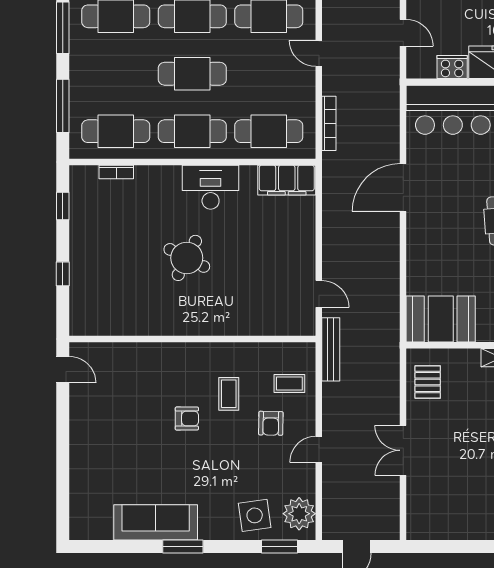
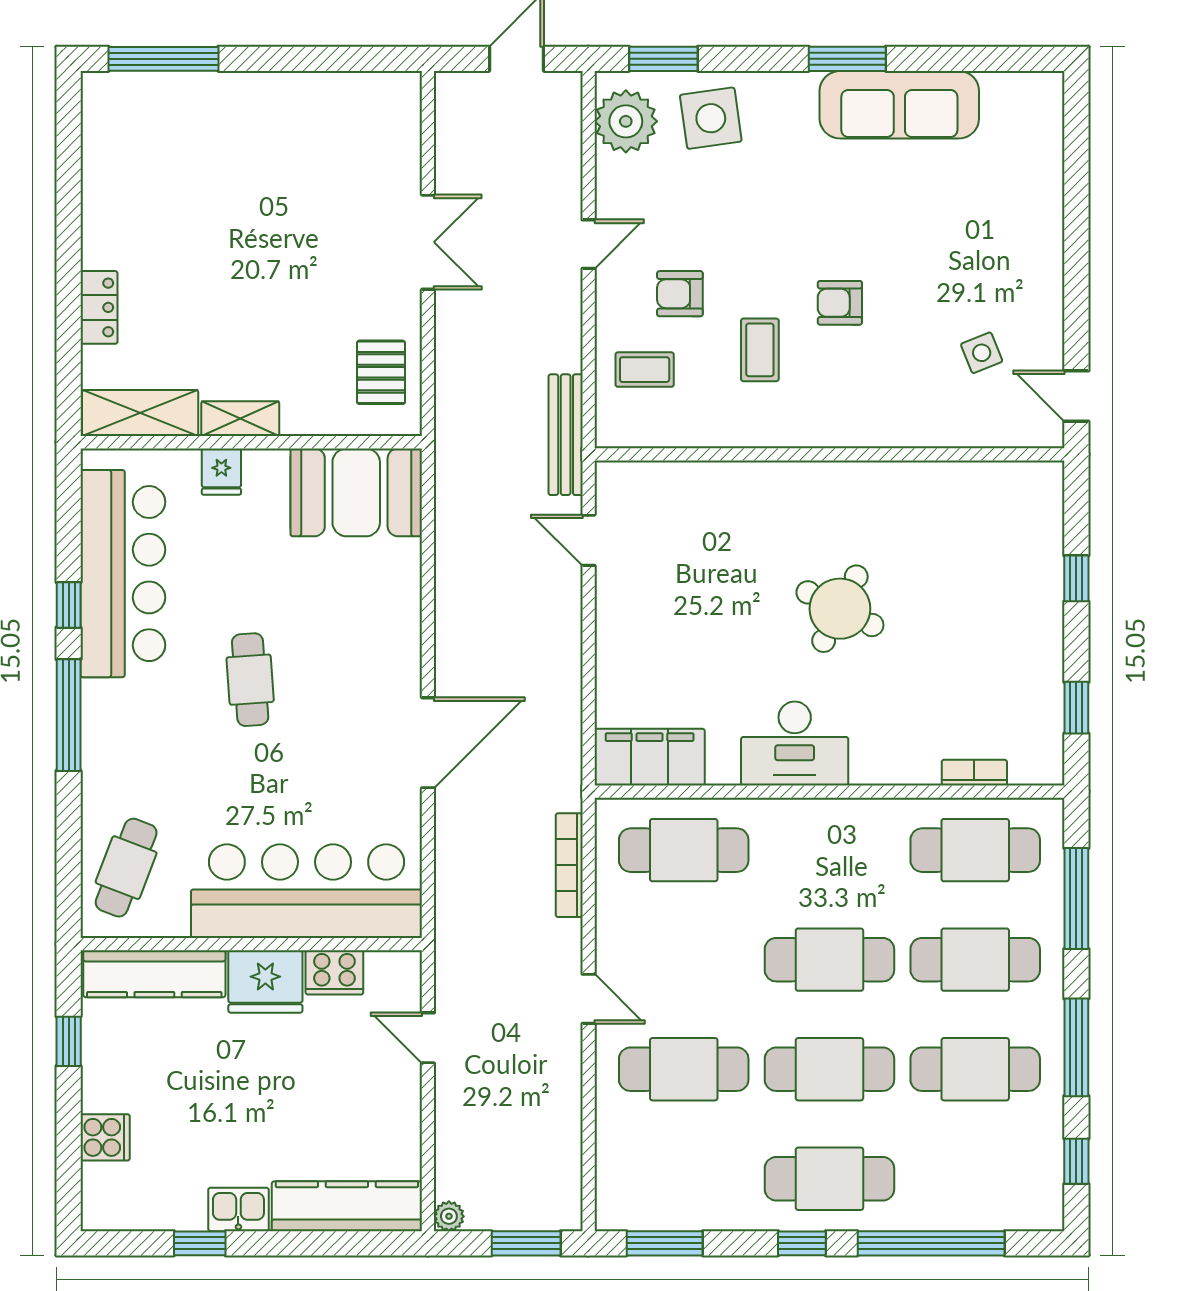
cafe table: (192, 131) -> (975, 960), moved
side table: (112, 392) -> (982, 353), added
armchair: (271, 423) -> (680, 294), turned -91

